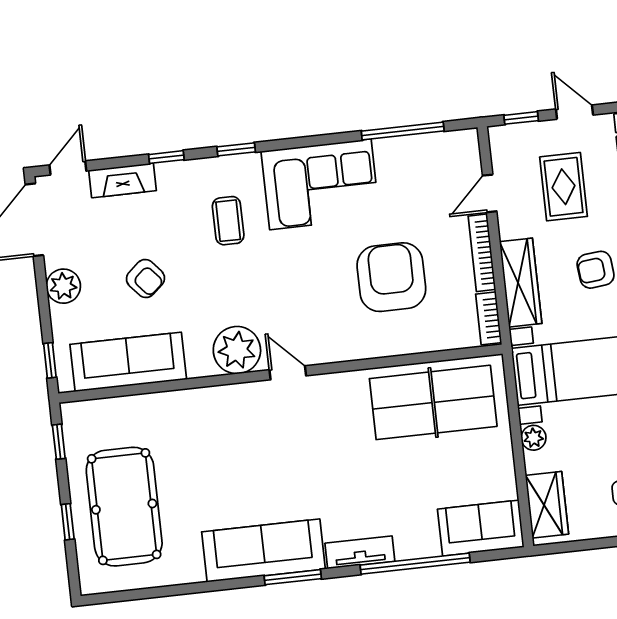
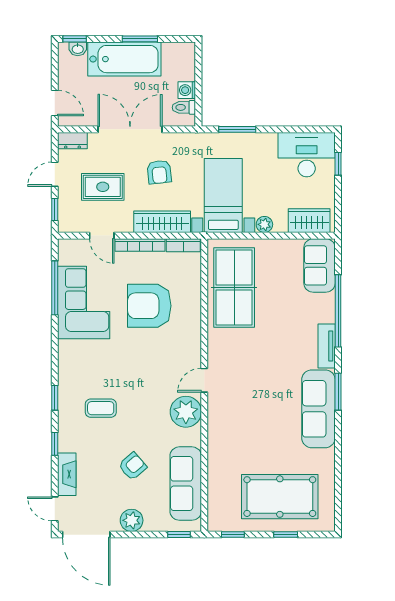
corner sofa: (320, 184) -> (84, 303), moved

